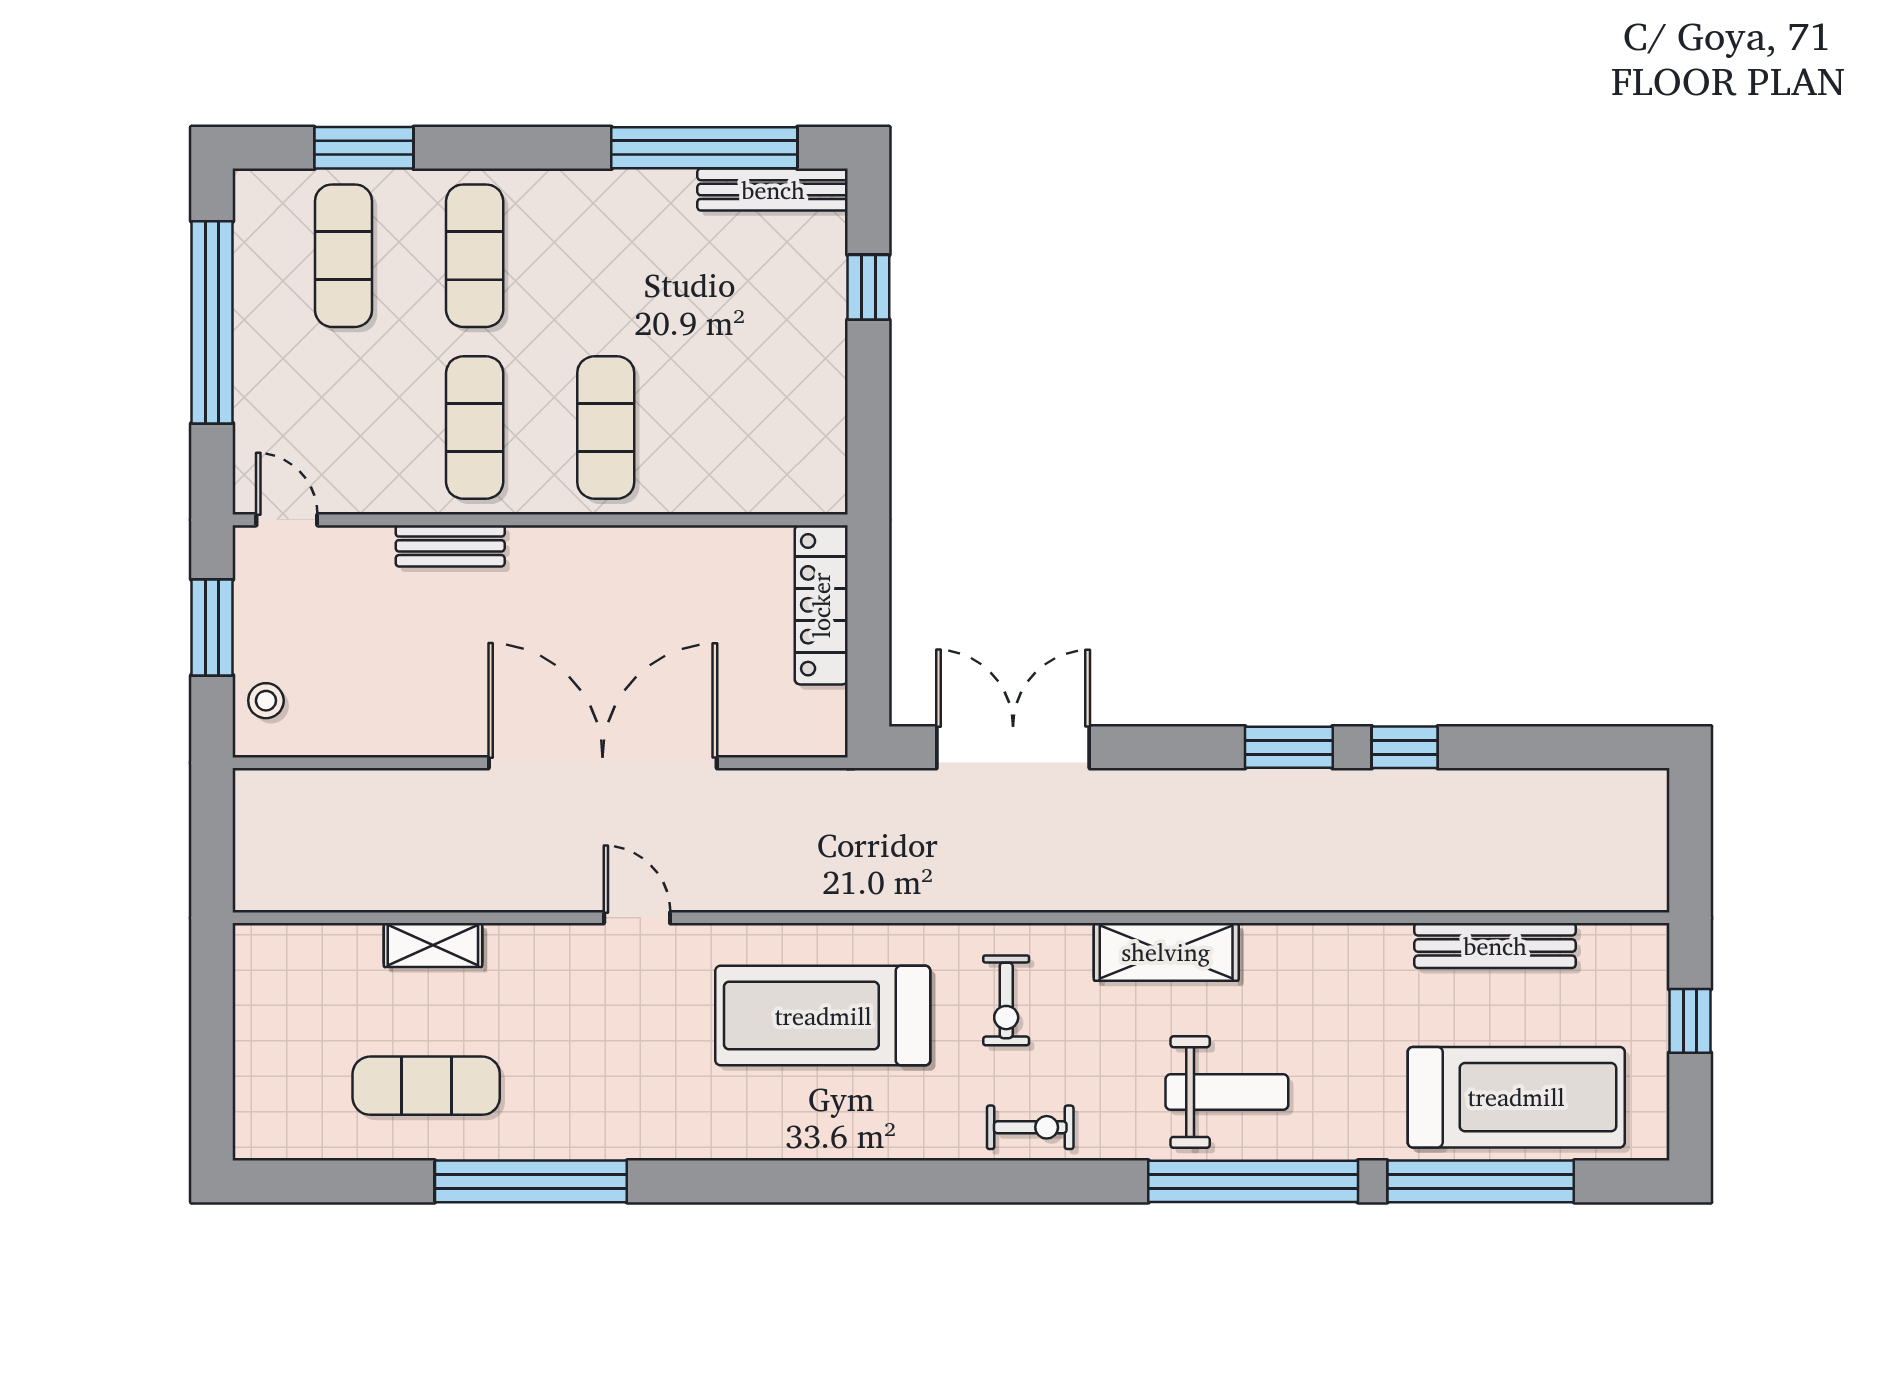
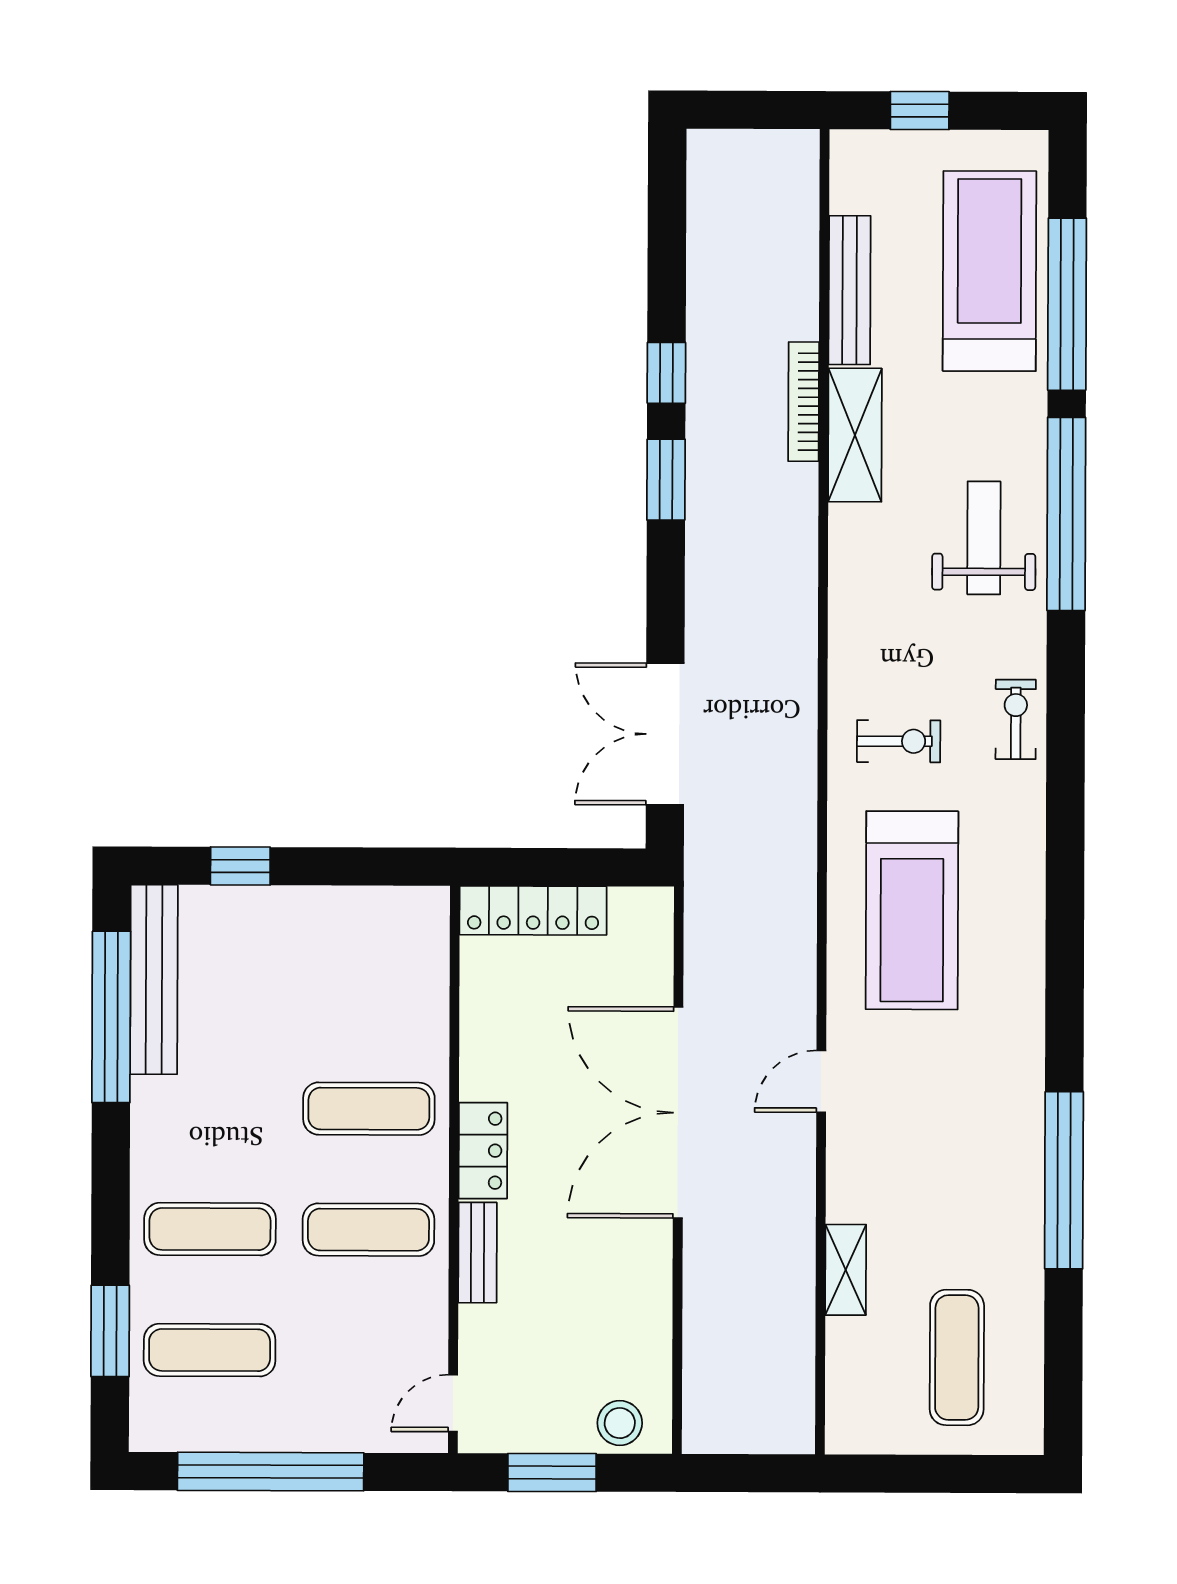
bench: (773, 190) -> (154, 980), width x1.37, depth x1.21
locker: (561, 551) -> (483, 1151), added
stool: (266, 701) -> (620, 1423), width x1.37, depth x1.37
bookcase: (1374, 896) -> (804, 402), added
shelving: (1166, 952) -> (855, 435), moved
exercise mat: (426, 1086) -> (957, 1357), moved

